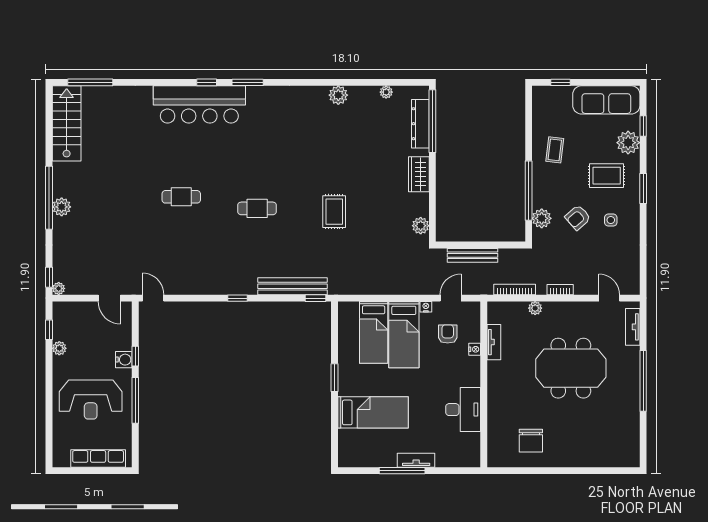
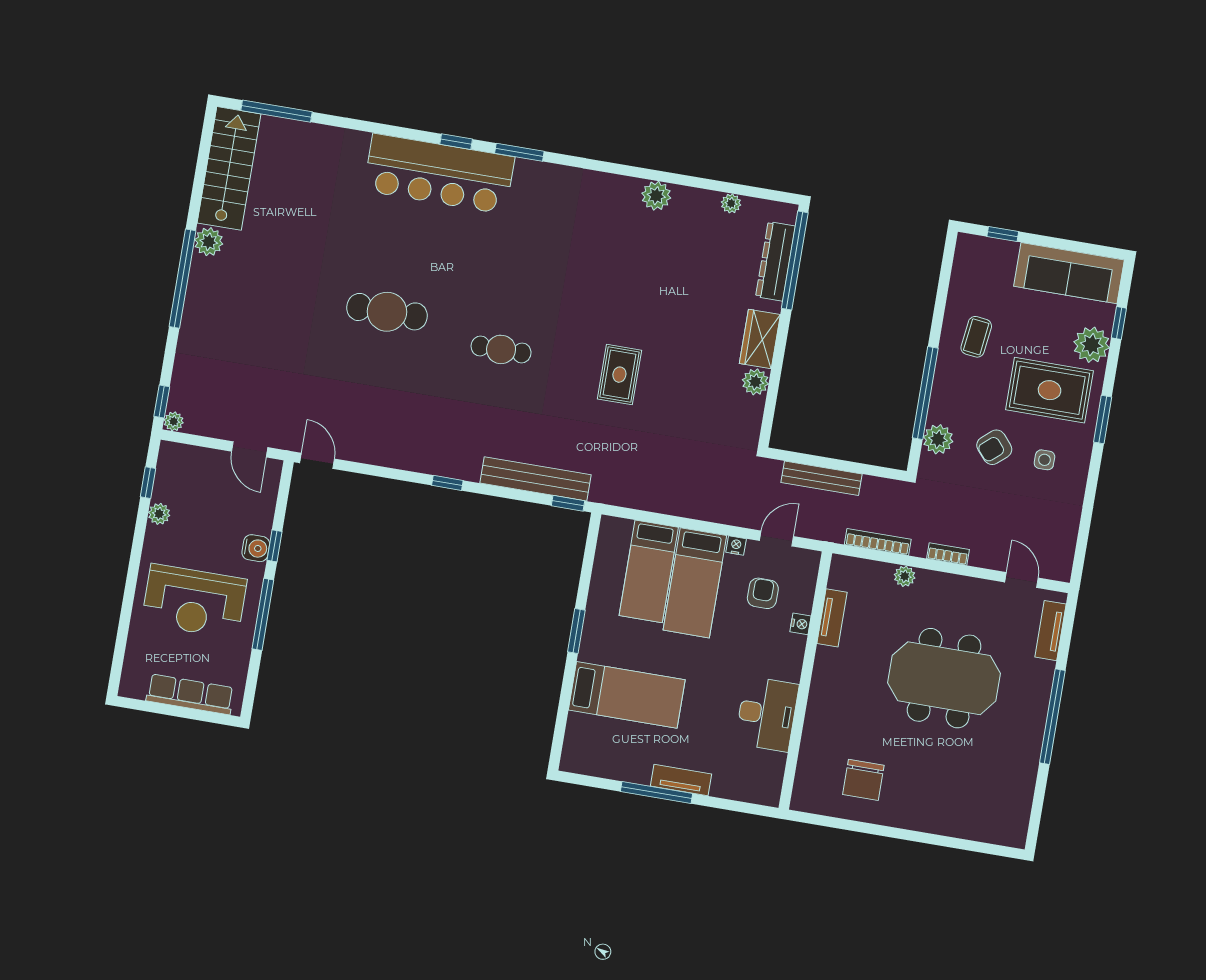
rug: (607, 176) -> (1050, 390), width x1.36, depth x1.43
cafe table: (181, 197) -> (387, 312), width x1.37, depth x1.35
plant: (62, 207) -> (209, 242), moved
plant: (421, 226) -> (755, 382), moved

